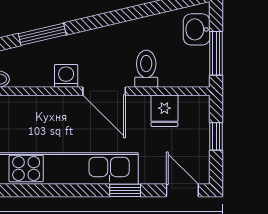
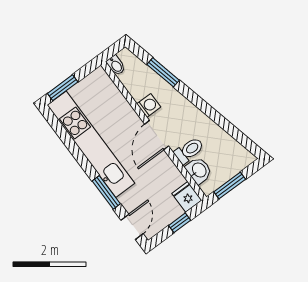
washbasin: (197, 29) -> (199, 170), moved, turned 90
fridge: (164, 111) -> (187, 197), moved, turned 90
window: (125, 190) -> (106, 192), width x1.50

